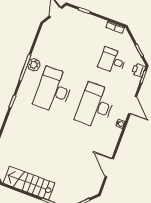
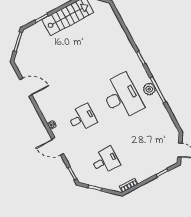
plant: (34, 65) -> (149, 89), moved
printer: (139, 70) -> (80, 174), removed
desk: (95, 106) -> (82, 118), width x0.53, depth x0.77

